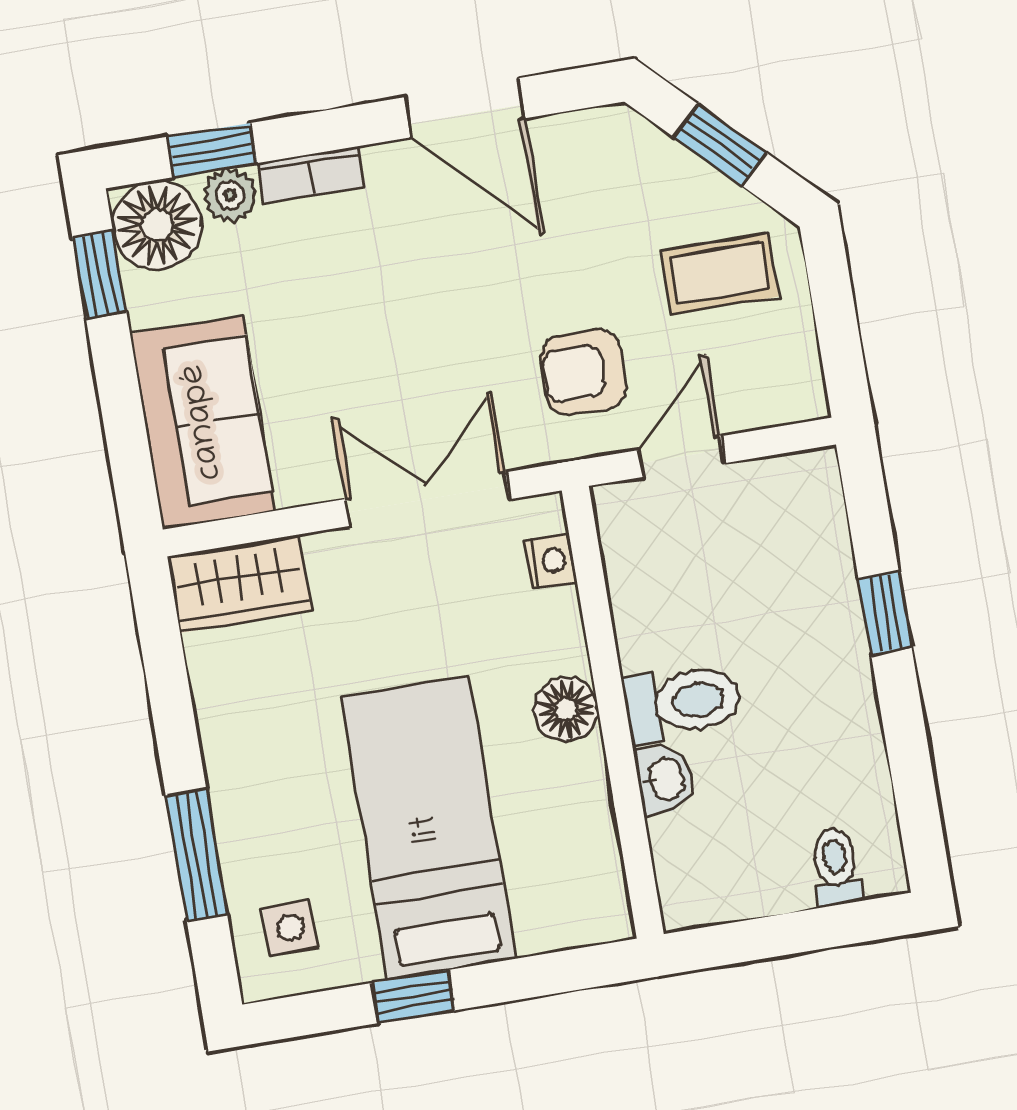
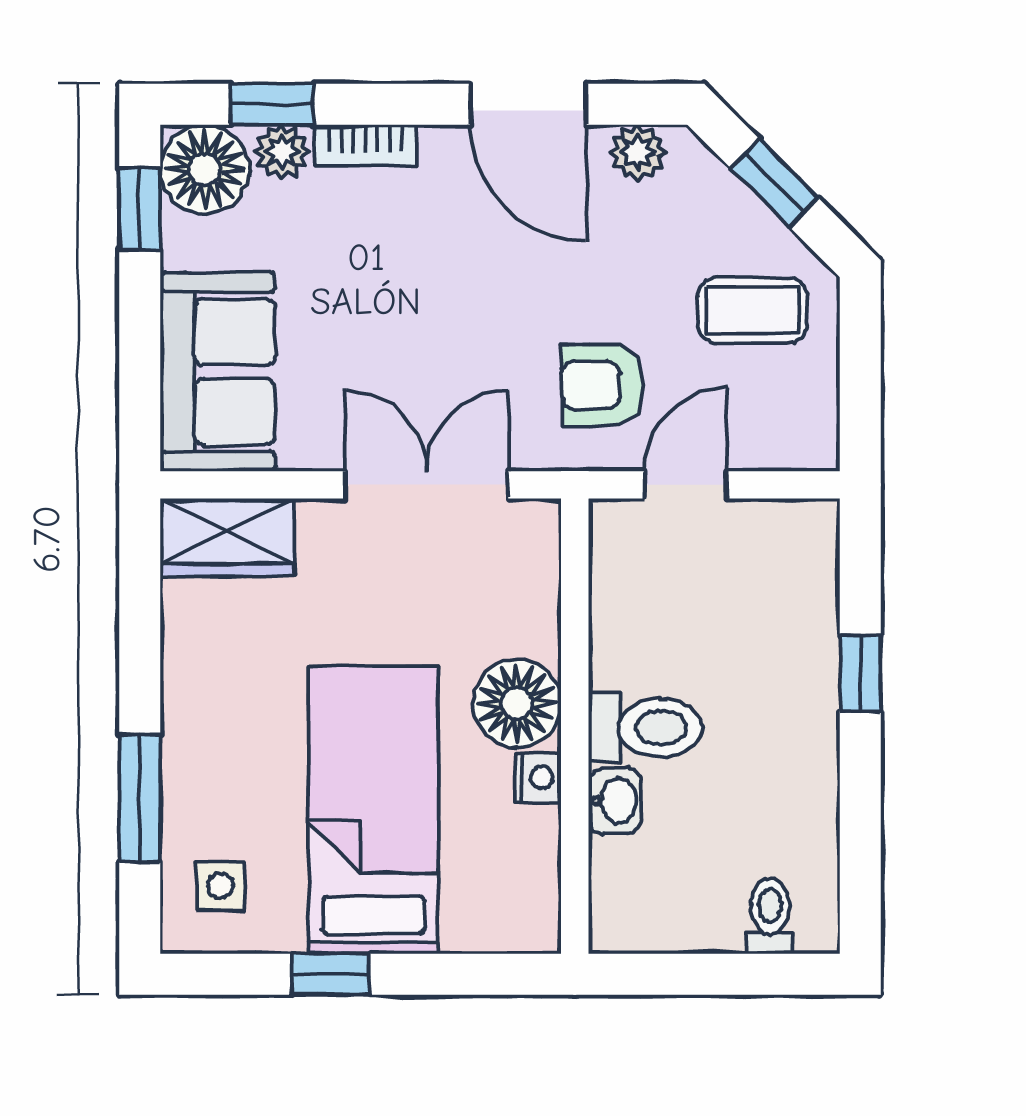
plant: (580, 137) -> (638, 152), added
nightstand: (550, 561) -> (538, 778), moved
floor lamp: (566, 709) -> (517, 703), width x1.38, depth x1.38

